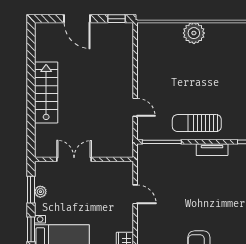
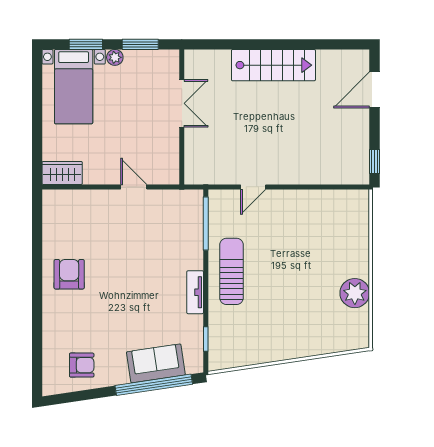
door: (77, 19) -> (374, 90), moved
plant: (194, 33) -> (355, 293), moved
plant: (40, 192) -> (115, 57), moved
door: (135, 194) -> (134, 187), swing flipped

